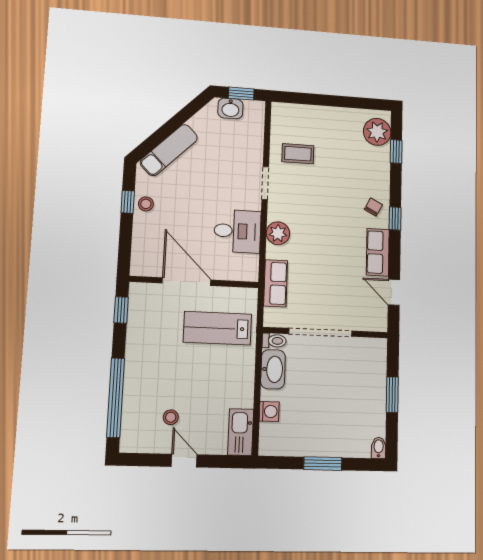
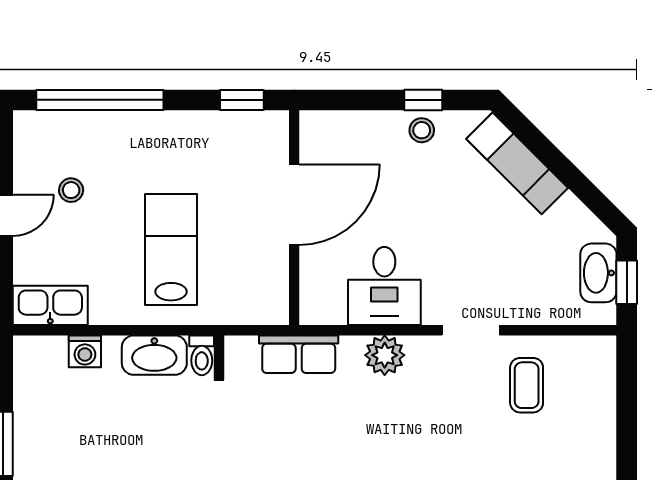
washbasin: (230, 108) -> (598, 273), width x1.38
lab bench: (217, 328) -> (171, 249), moved

